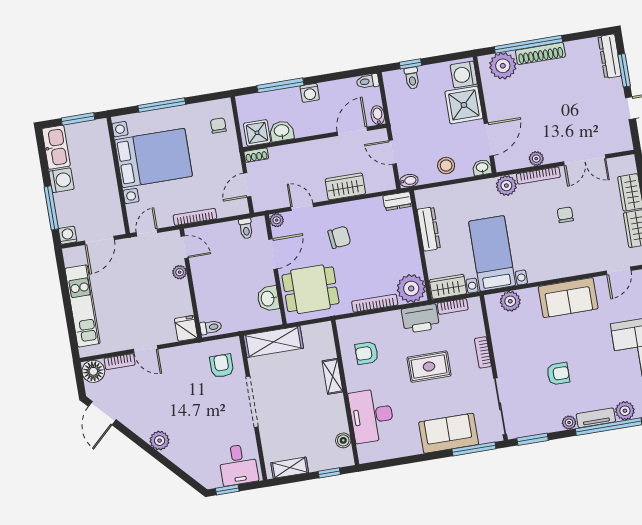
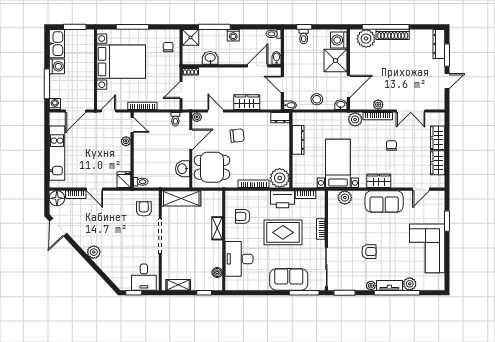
shower: (257, 133) -> (191, 37), moved
wardrobe: (448, 287) -> (379, 181), moved
rug: (429, 367) -> (283, 232), width x1.36, depth x1.43

